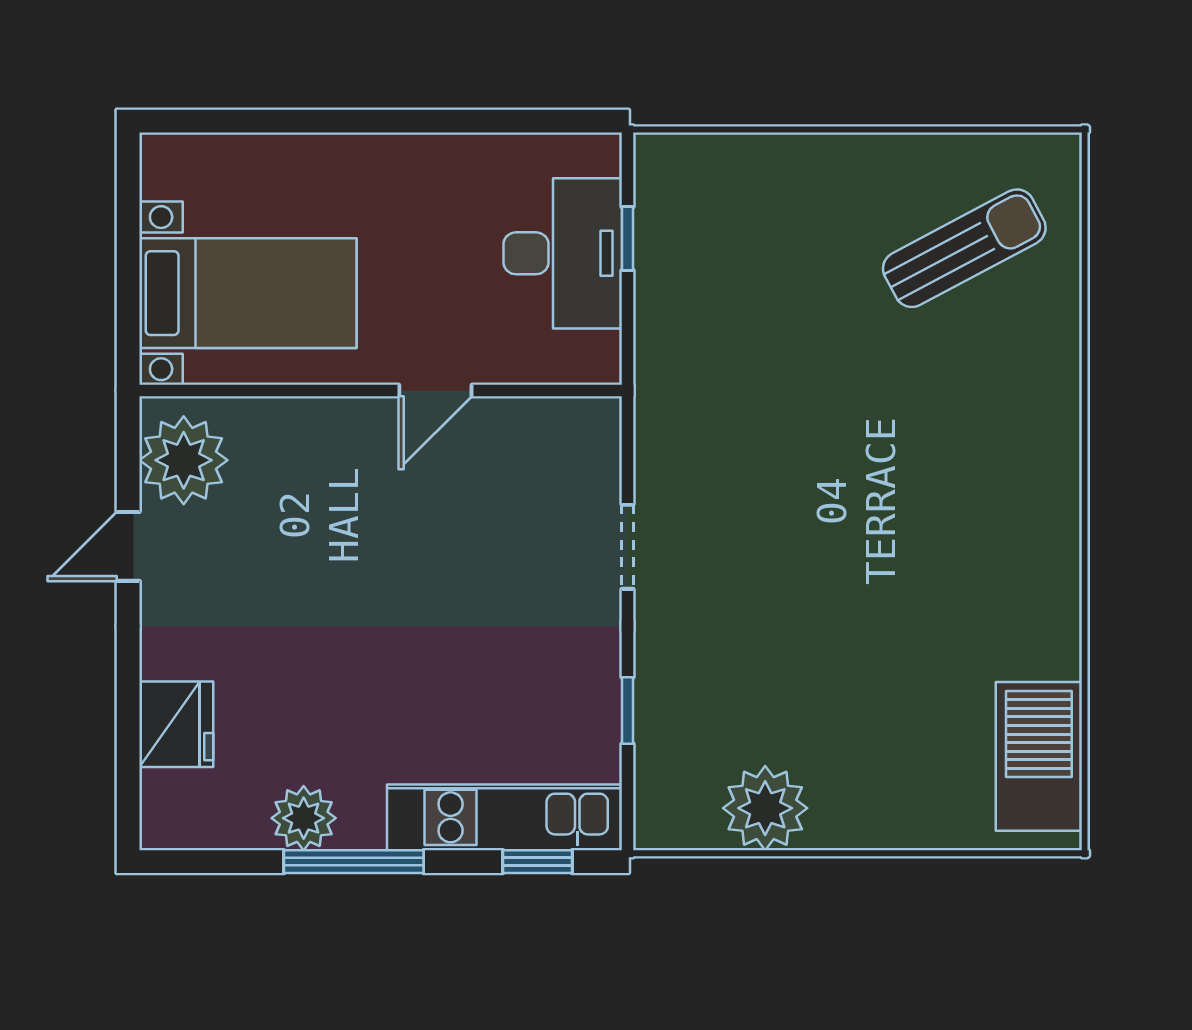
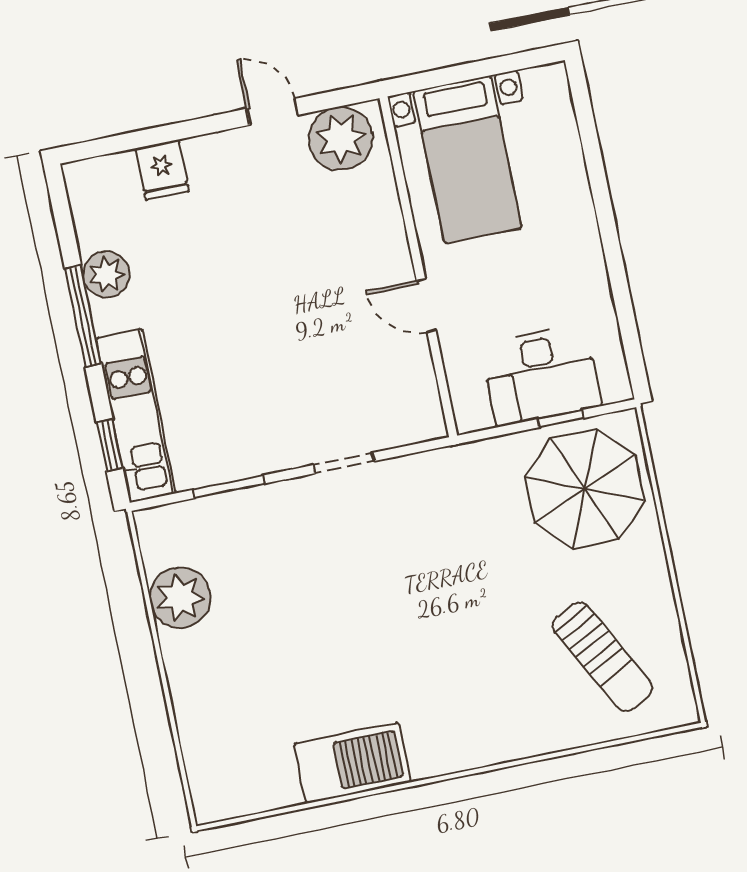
parasol: (730, 225) -> (585, 489), added
window: (627, 711) -> (229, 487), width x1.50
fridge: (176, 724) -> (162, 170), width x0.72
barbecue: (1039, 756) -> (353, 763), moved

